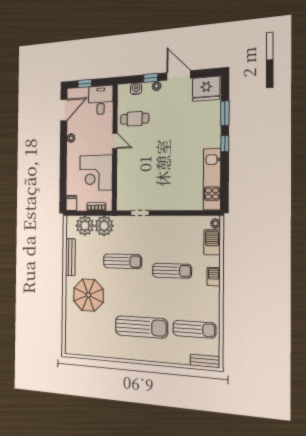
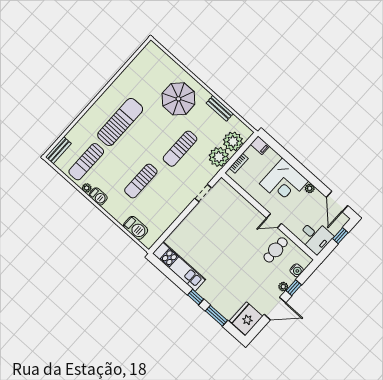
corner desk: (96, 173) -> (284, 182), moved, turned 180
plant: (215, 223) -> (87, 188), moved
bench: (70, 257) -> (220, 108), width x0.73
barbecue: (214, 277) -> (98, 196), moved
sun lounger: (141, 327) -> (120, 122), turned 180

